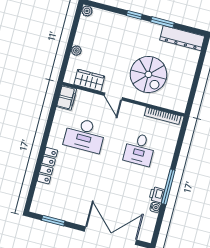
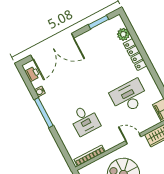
desk: (140, 149) -> (85, 120), turned 180
plant: (42, 192) -> (123, 34), added
printer: (157, 195) -> (32, 74), moved

